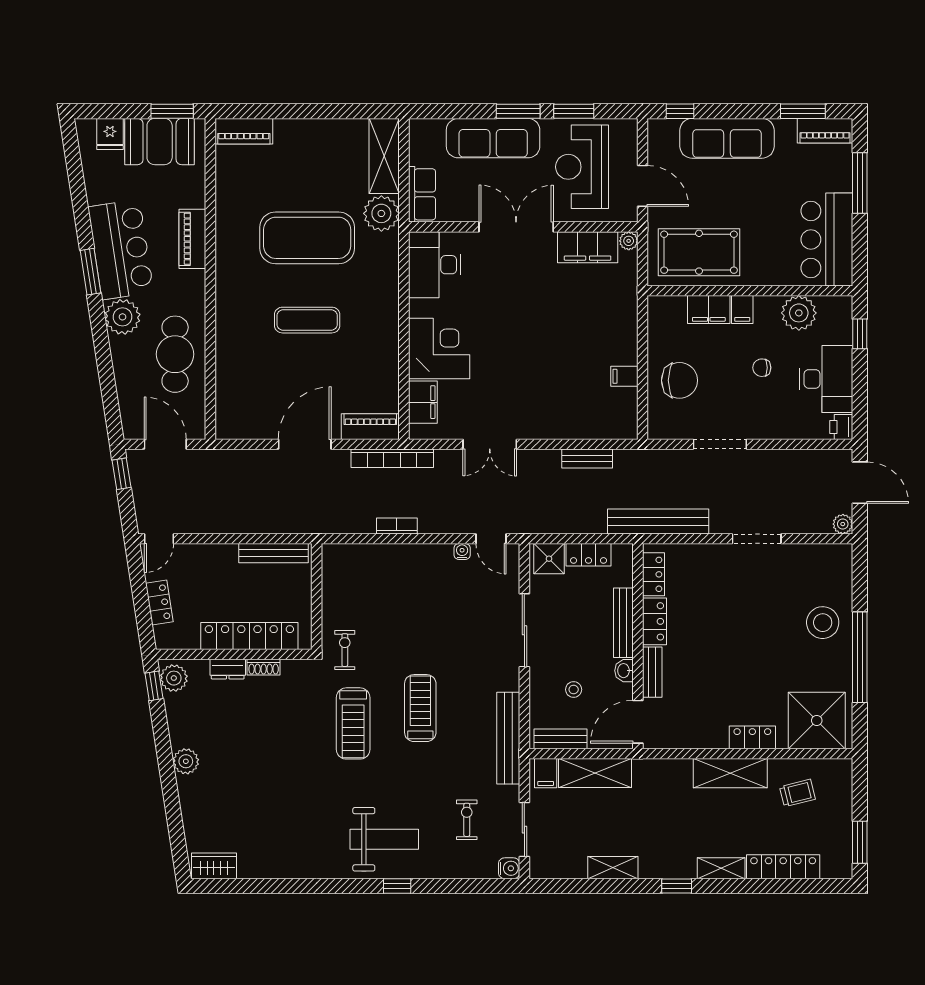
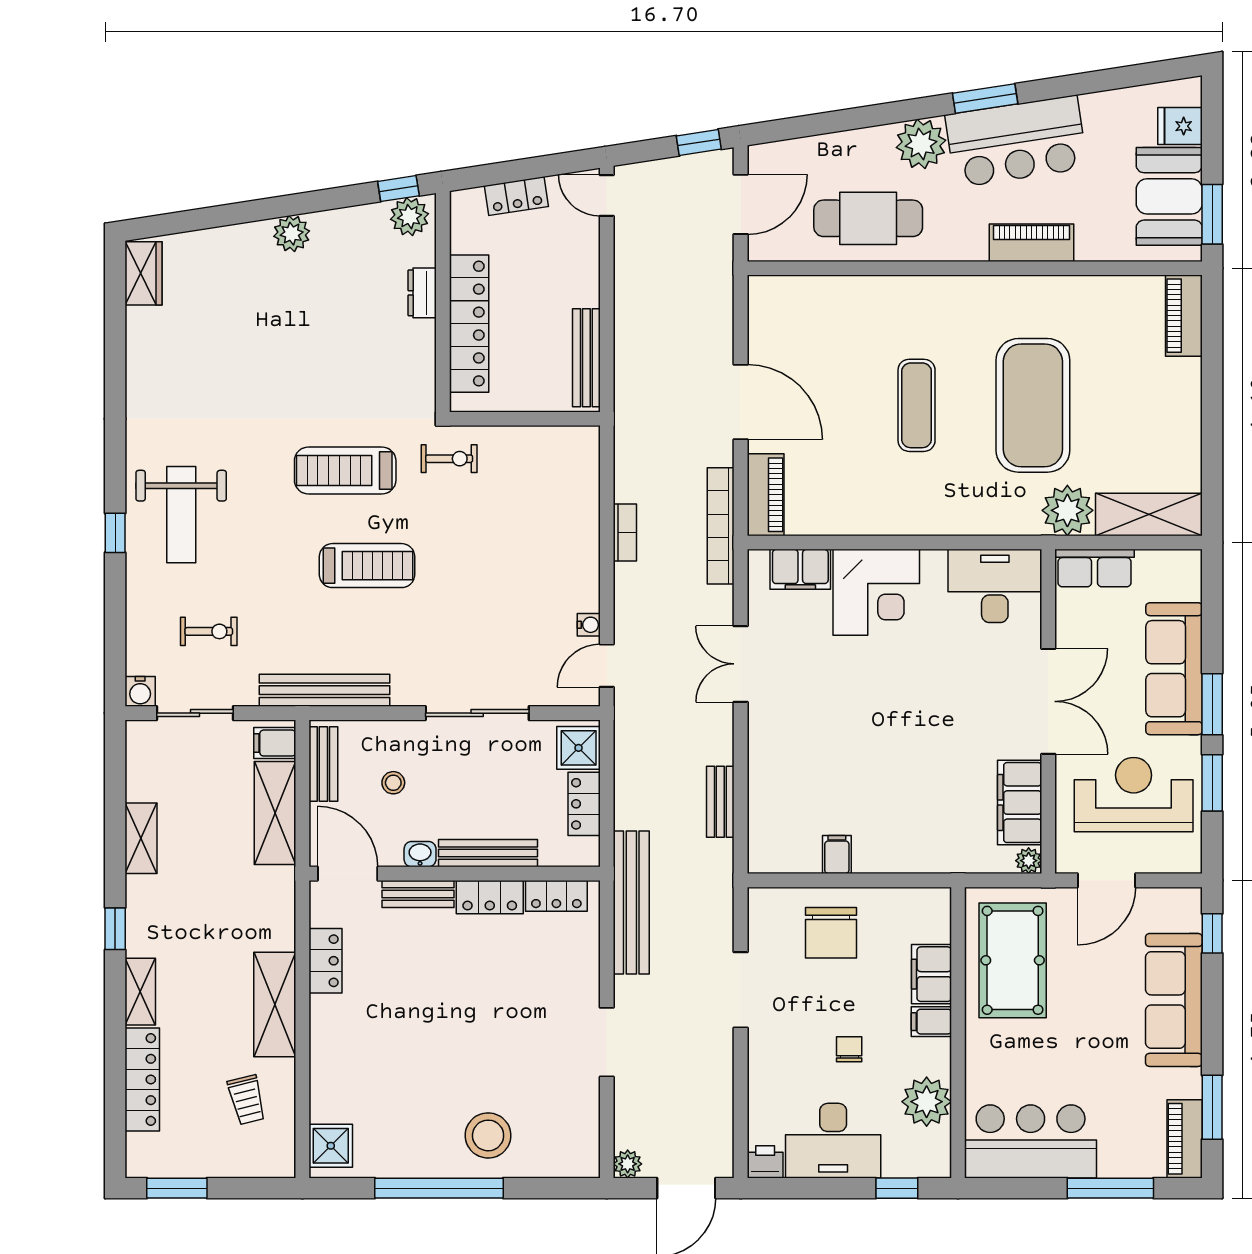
shoe rack: (264, 667) -> (425, 344), removed
shower: (817, 720) -> (331, 1146), width x0.54, depth x0.54
locker: (752, 737) -> (325, 961), moved

